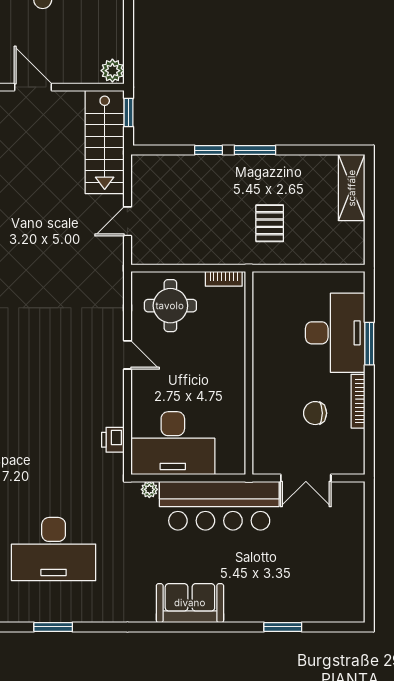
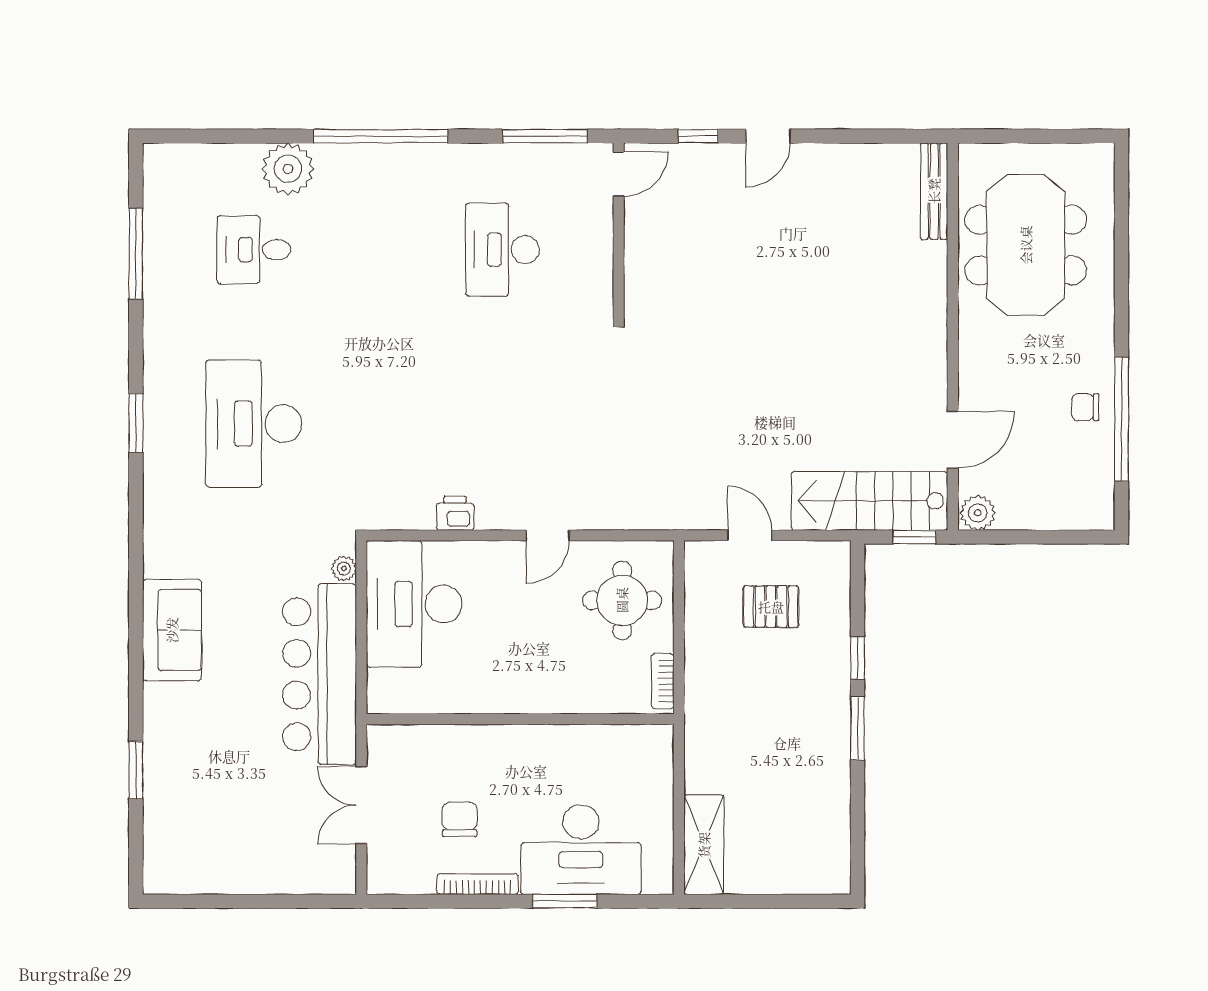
door: (33, 87) -> (953, 440), moved
shelving: (352, 188) -> (704, 845), moved, turned 90
pallet: (270, 223) -> (771, 607), moved
printer: (113, 440) -> (455, 513), moved

